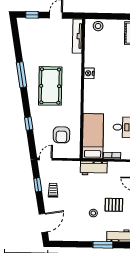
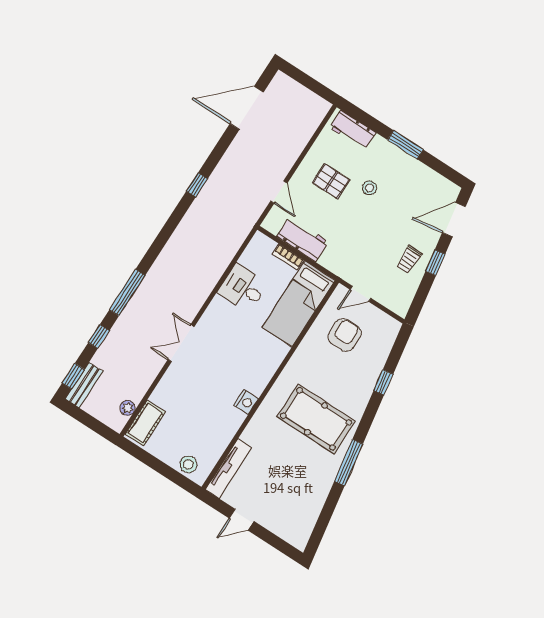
window: (32, 15) -> (277, 543), removed
pool table: (50, 86) -> (316, 419), turned 90
door: (46, 159) -> (361, 294), moved
workbench: (94, 168) -> (303, 239), moved
window: (38, 185) -> (435, 263), moved
window: (103, 245) -> (405, 145), moved

